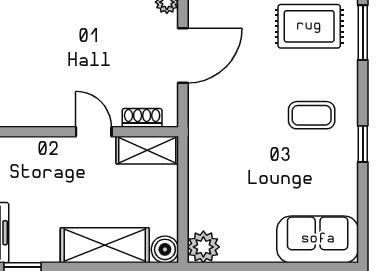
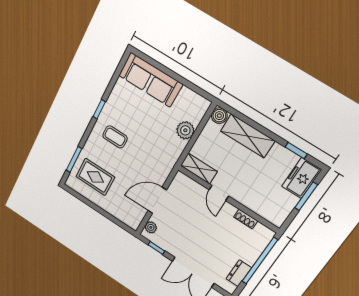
shoe rack: (142, 118) -> (246, 219), moved
sofa: (318, 239) -> (150, 80), width x1.36
plant: (203, 247) -> (185, 130), moved

